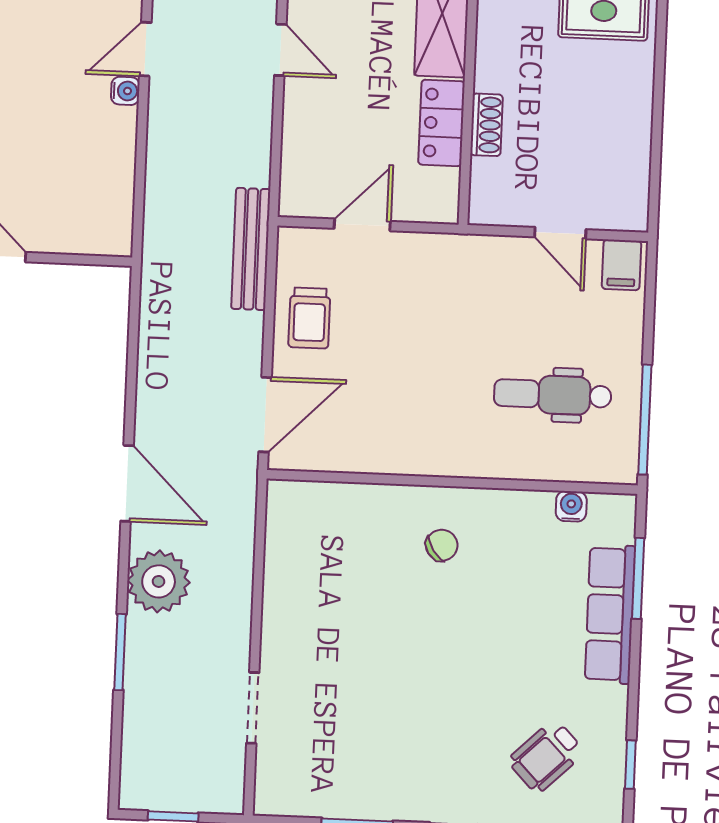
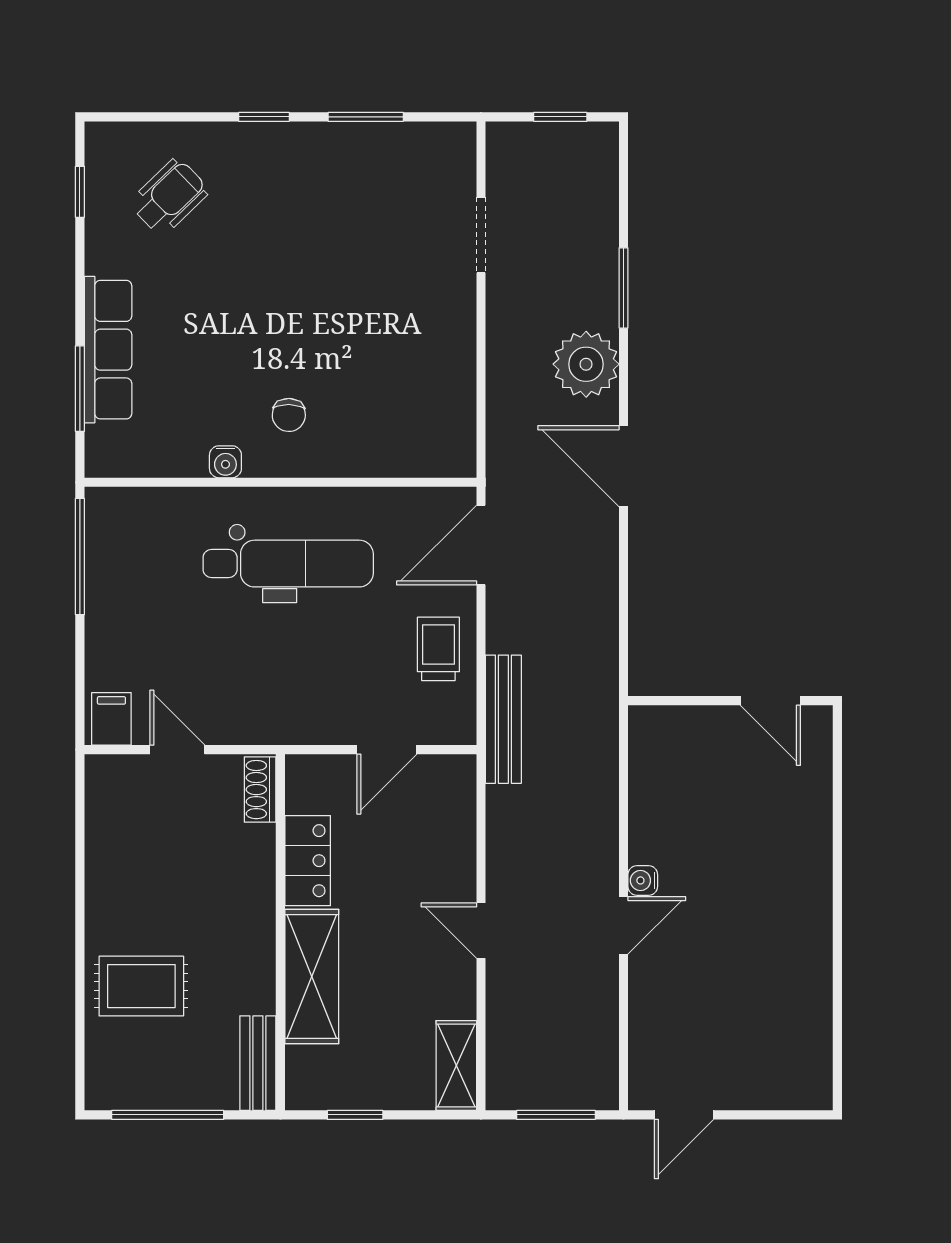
shoe rack: (486, 125) -> (260, 790), moved
dental chair: (553, 395) -> (288, 564), moved, width x1.36, depth x1.38
water cooler: (571, 506) -> (225, 462), moved
chair: (442, 545) -> (289, 415), turned -55

